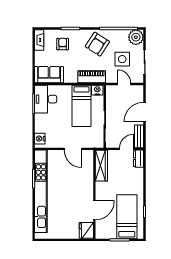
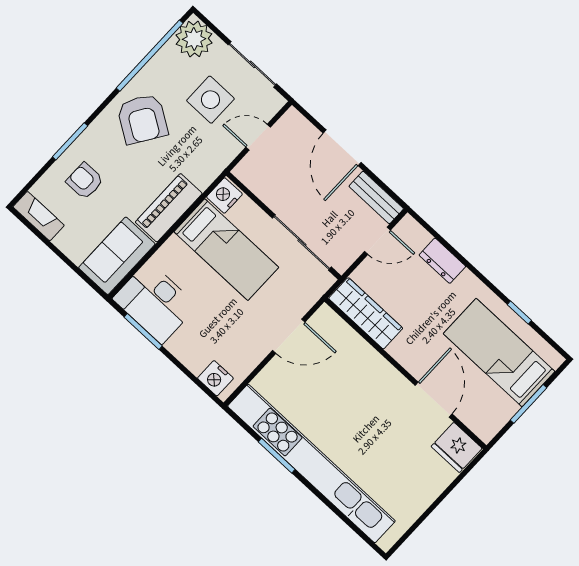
piano: (92, 77) -> (169, 208), moved
door: (126, 149) -> (378, 241), swing flipped
dresser: (139, 159) -> (442, 261), moved

